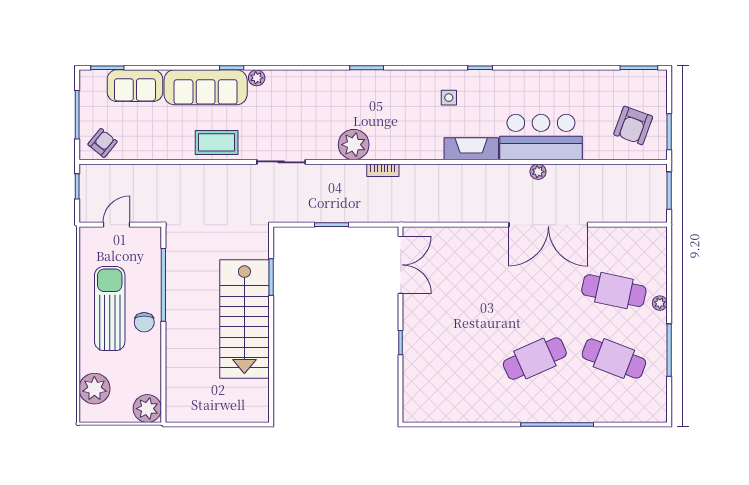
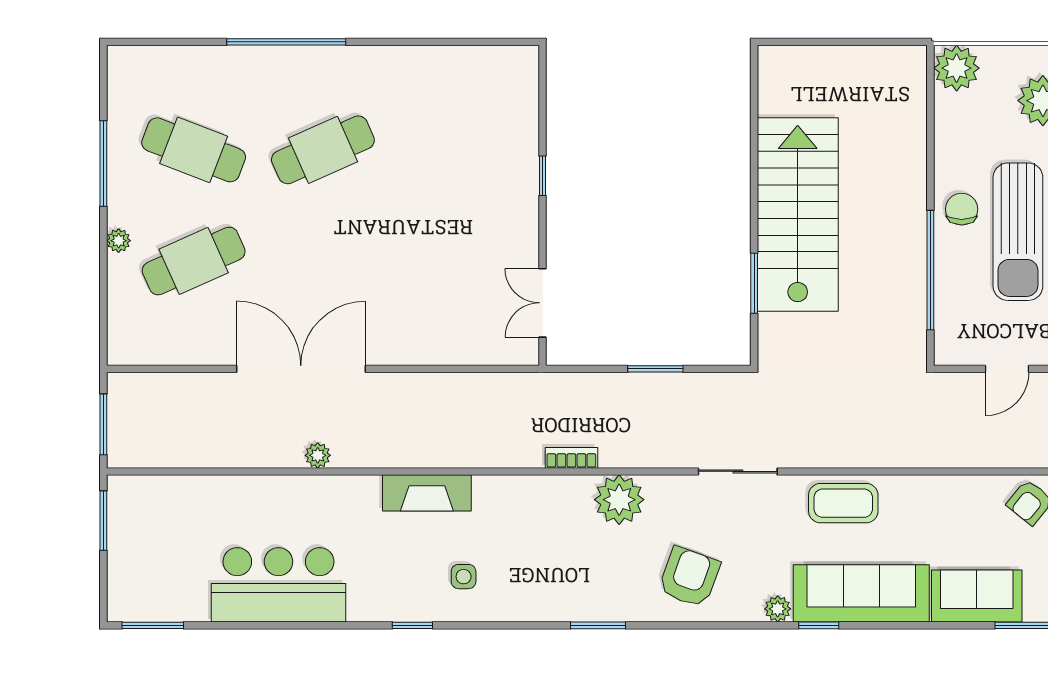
armchair: (633, 125) -> (689, 577), moved
bar counter: (541, 137) -> (278, 585), moved, turned 180
double door: (401, 265) -> (543, 303), width x0.73
cafe table: (614, 291) -> (194, 261), turned -36

